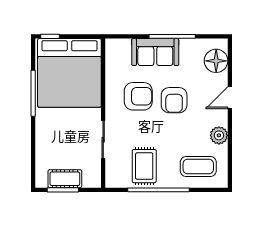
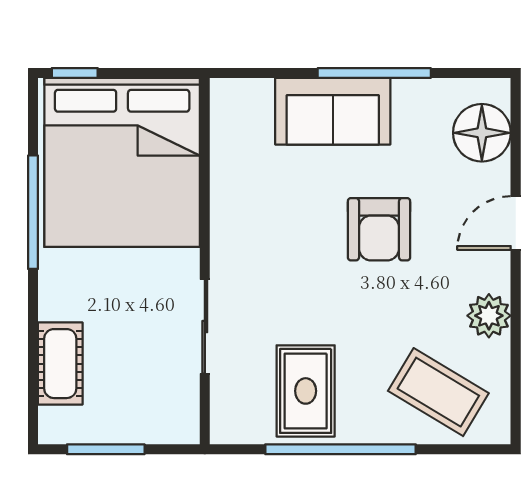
armchair: (138, 96) -> (291, 220), removed
coffee table: (198, 167) -> (438, 392), turned 31
cot: (65, 179) -> (60, 364), moved, turned 90

